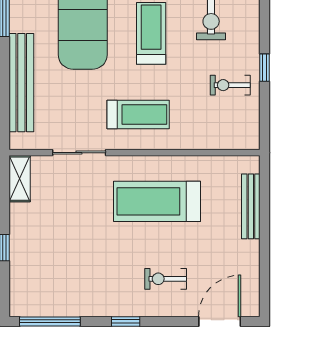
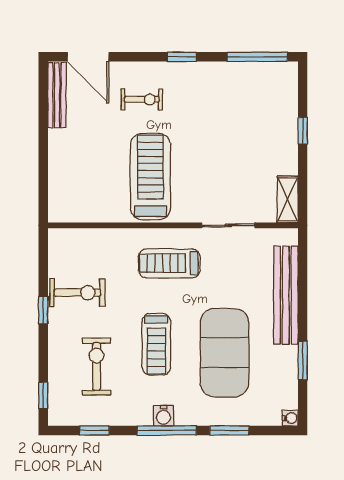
exercise bike: (230, 85) -> (77, 293), width x1.38, depth x1.39
treadmill: (157, 201) -> (150, 177), turned -90
bench: (251, 206) -> (57, 95), moved
door: (220, 321) -> (88, 57), hinge flipped

